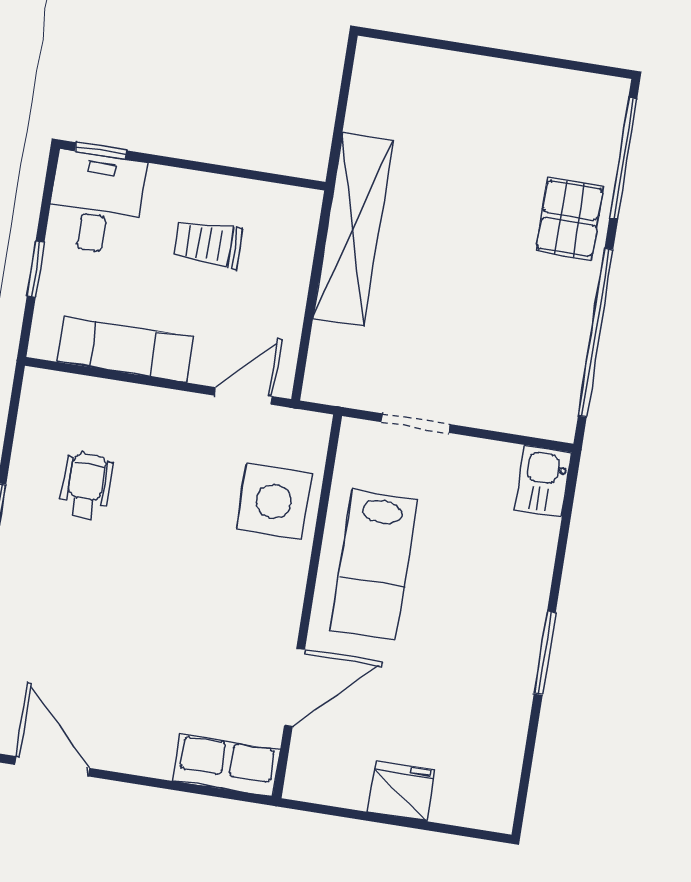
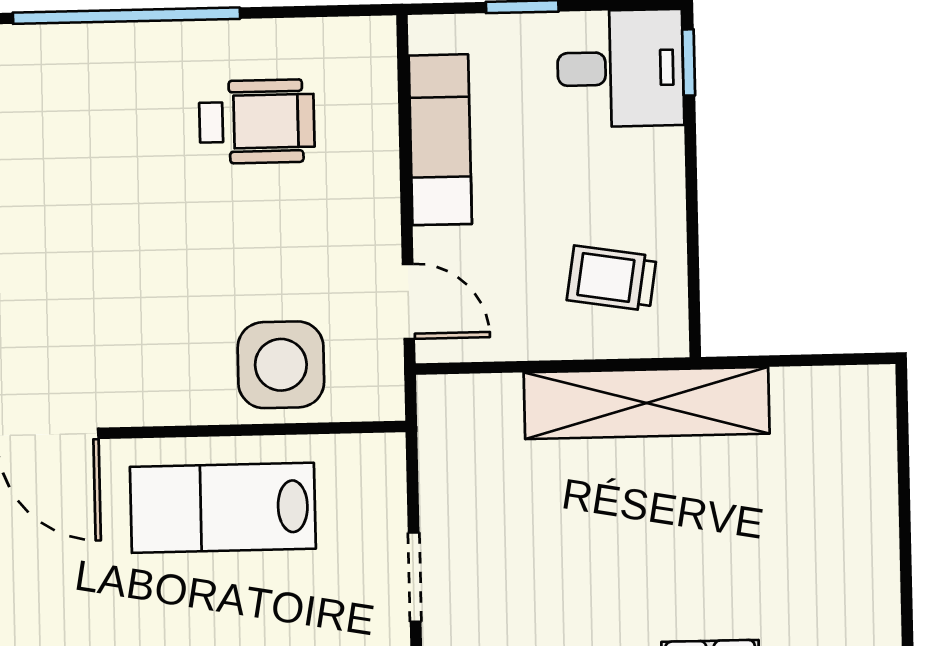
trolley: (208, 244) -> (612, 278), moved, turned -81
doorway: (416, 423) -> (415, 577), moved
wheelchair: (86, 486) -> (257, 122), width x1.36, depth x1.37

